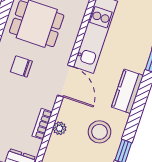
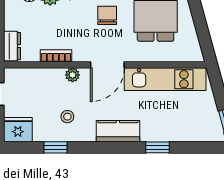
plant: (60, 128) -> (72, 75), moved
stool: (99, 132) -> (67, 117), width x0.53, depth x0.53

